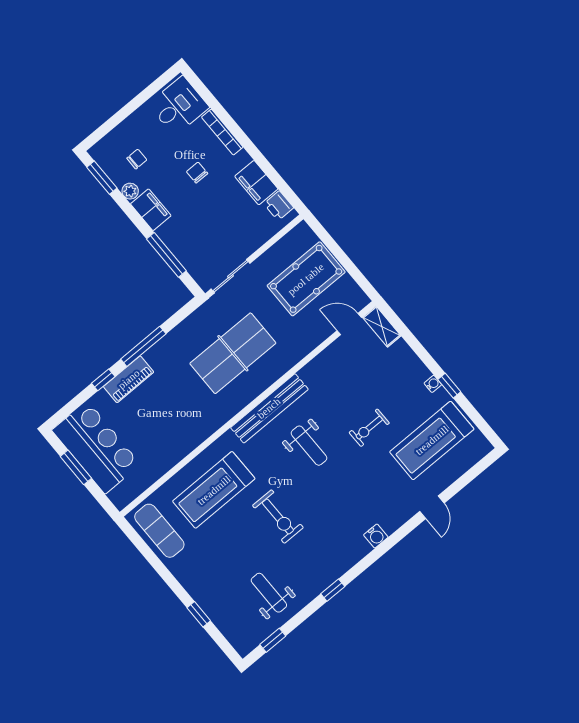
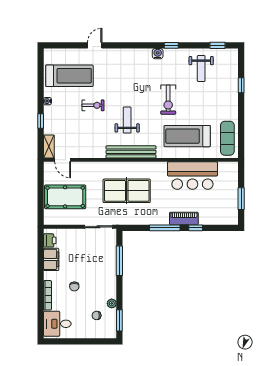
filing cabinet: (151, 210) -> (109, 287), removed
window: (449, 386) -> (41, 121), moved
bar counter: (96, 447) -> (192, 176), moved, turned -90
treadmill: (214, 490) -> (187, 136), turned 180
exercise bike: (278, 517) -> (168, 100), turned 180
water cooler: (376, 536) -> (158, 54), moved

